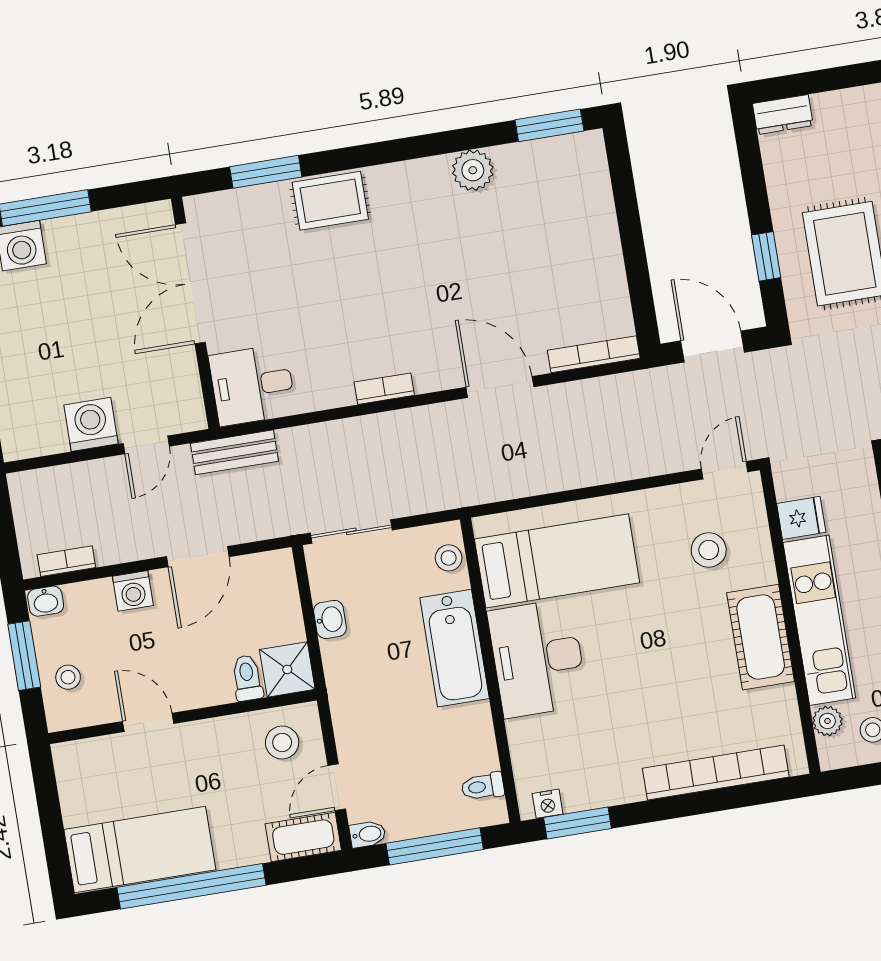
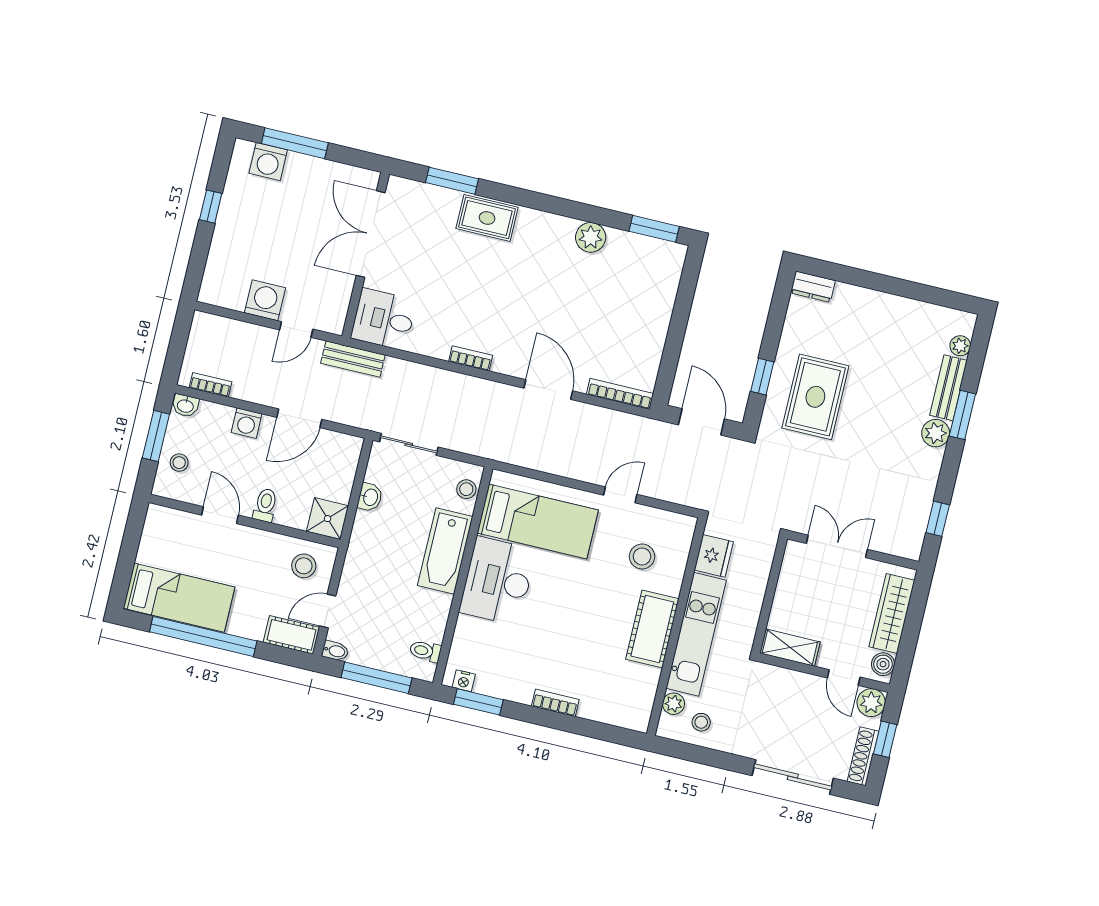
door: (725, 470) -> (620, 495), moved
fridge: (801, 518) -> (714, 556), width x1.38
toilet: (247, 678) -> (265, 505), moved
bookcase: (716, 773) -> (555, 703), width x0.43, depth x0.76

